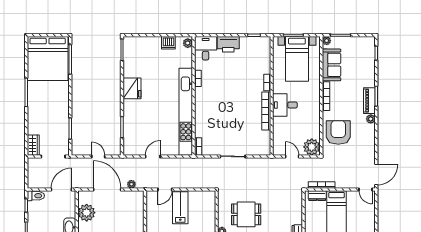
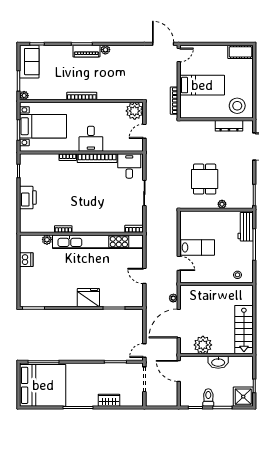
plant: (188, 43) -> (47, 240), moved
desk: (206, 48) -> (129, 166), moved, turned 90
sofa: (331, 65) -> (29, 62), moved, turned 90
fridge: (132, 88) -> (88, 298), moved
armchair: (338, 132) -> (119, 83), removed
wardrobe: (33, 145) -> (109, 400), moved
door: (98, 156) -> (144, 350), moved
toilet: (36, 196) -> (208, 397), moved
dresser: (317, 196) -> (185, 105), removed
lab bench: (180, 208) -> (198, 247), turned 180

